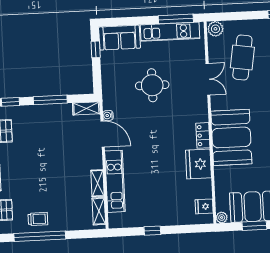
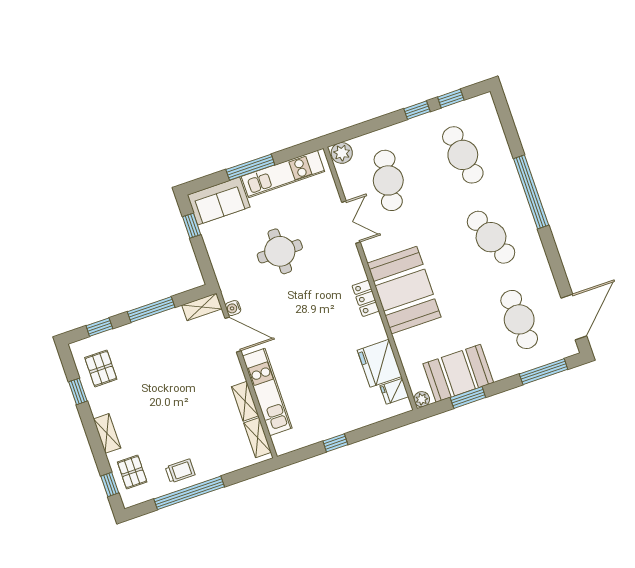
window: (176, 19) -> (250, 167), moved
fridge: (198, 164) -> (380, 363), moved

